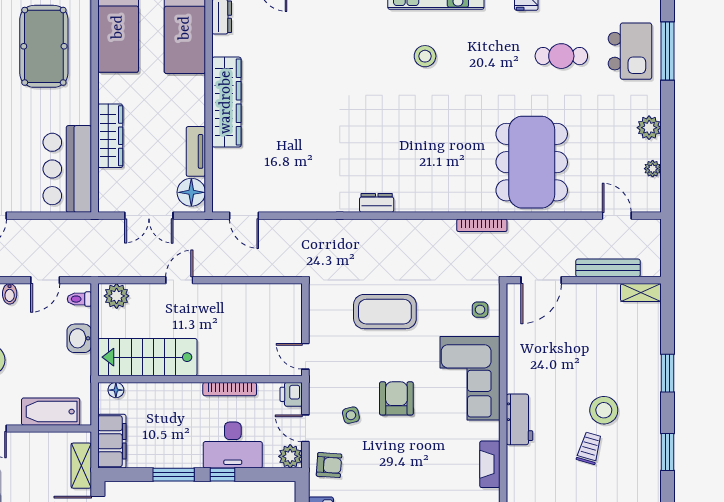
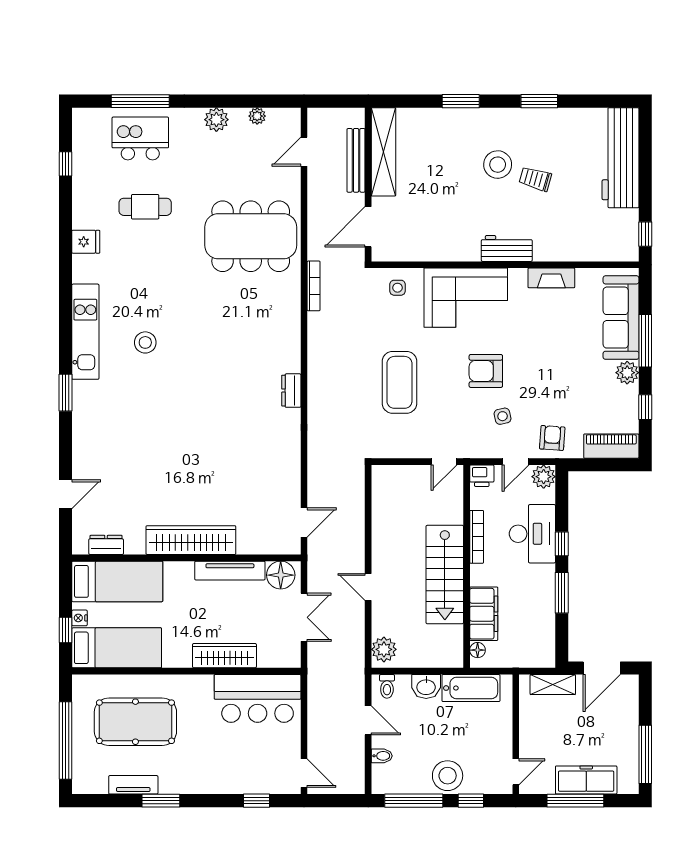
cafe table: (561, 56) -> (145, 207), turned 90
tv unit: (196, 151) -> (230, 571), width x1.41
door: (541, 280) -> (368, 227), swing flipped
shelving: (641, 292) -> (383, 152), width x2.20, depth x1.33
stairs: (147, 357) -> (445, 575), moved
bathtub: (51, 412) -> (471, 688), moved, turned -90
filing cabinet: (112, 441) -> (484, 614), moved, turned 90

